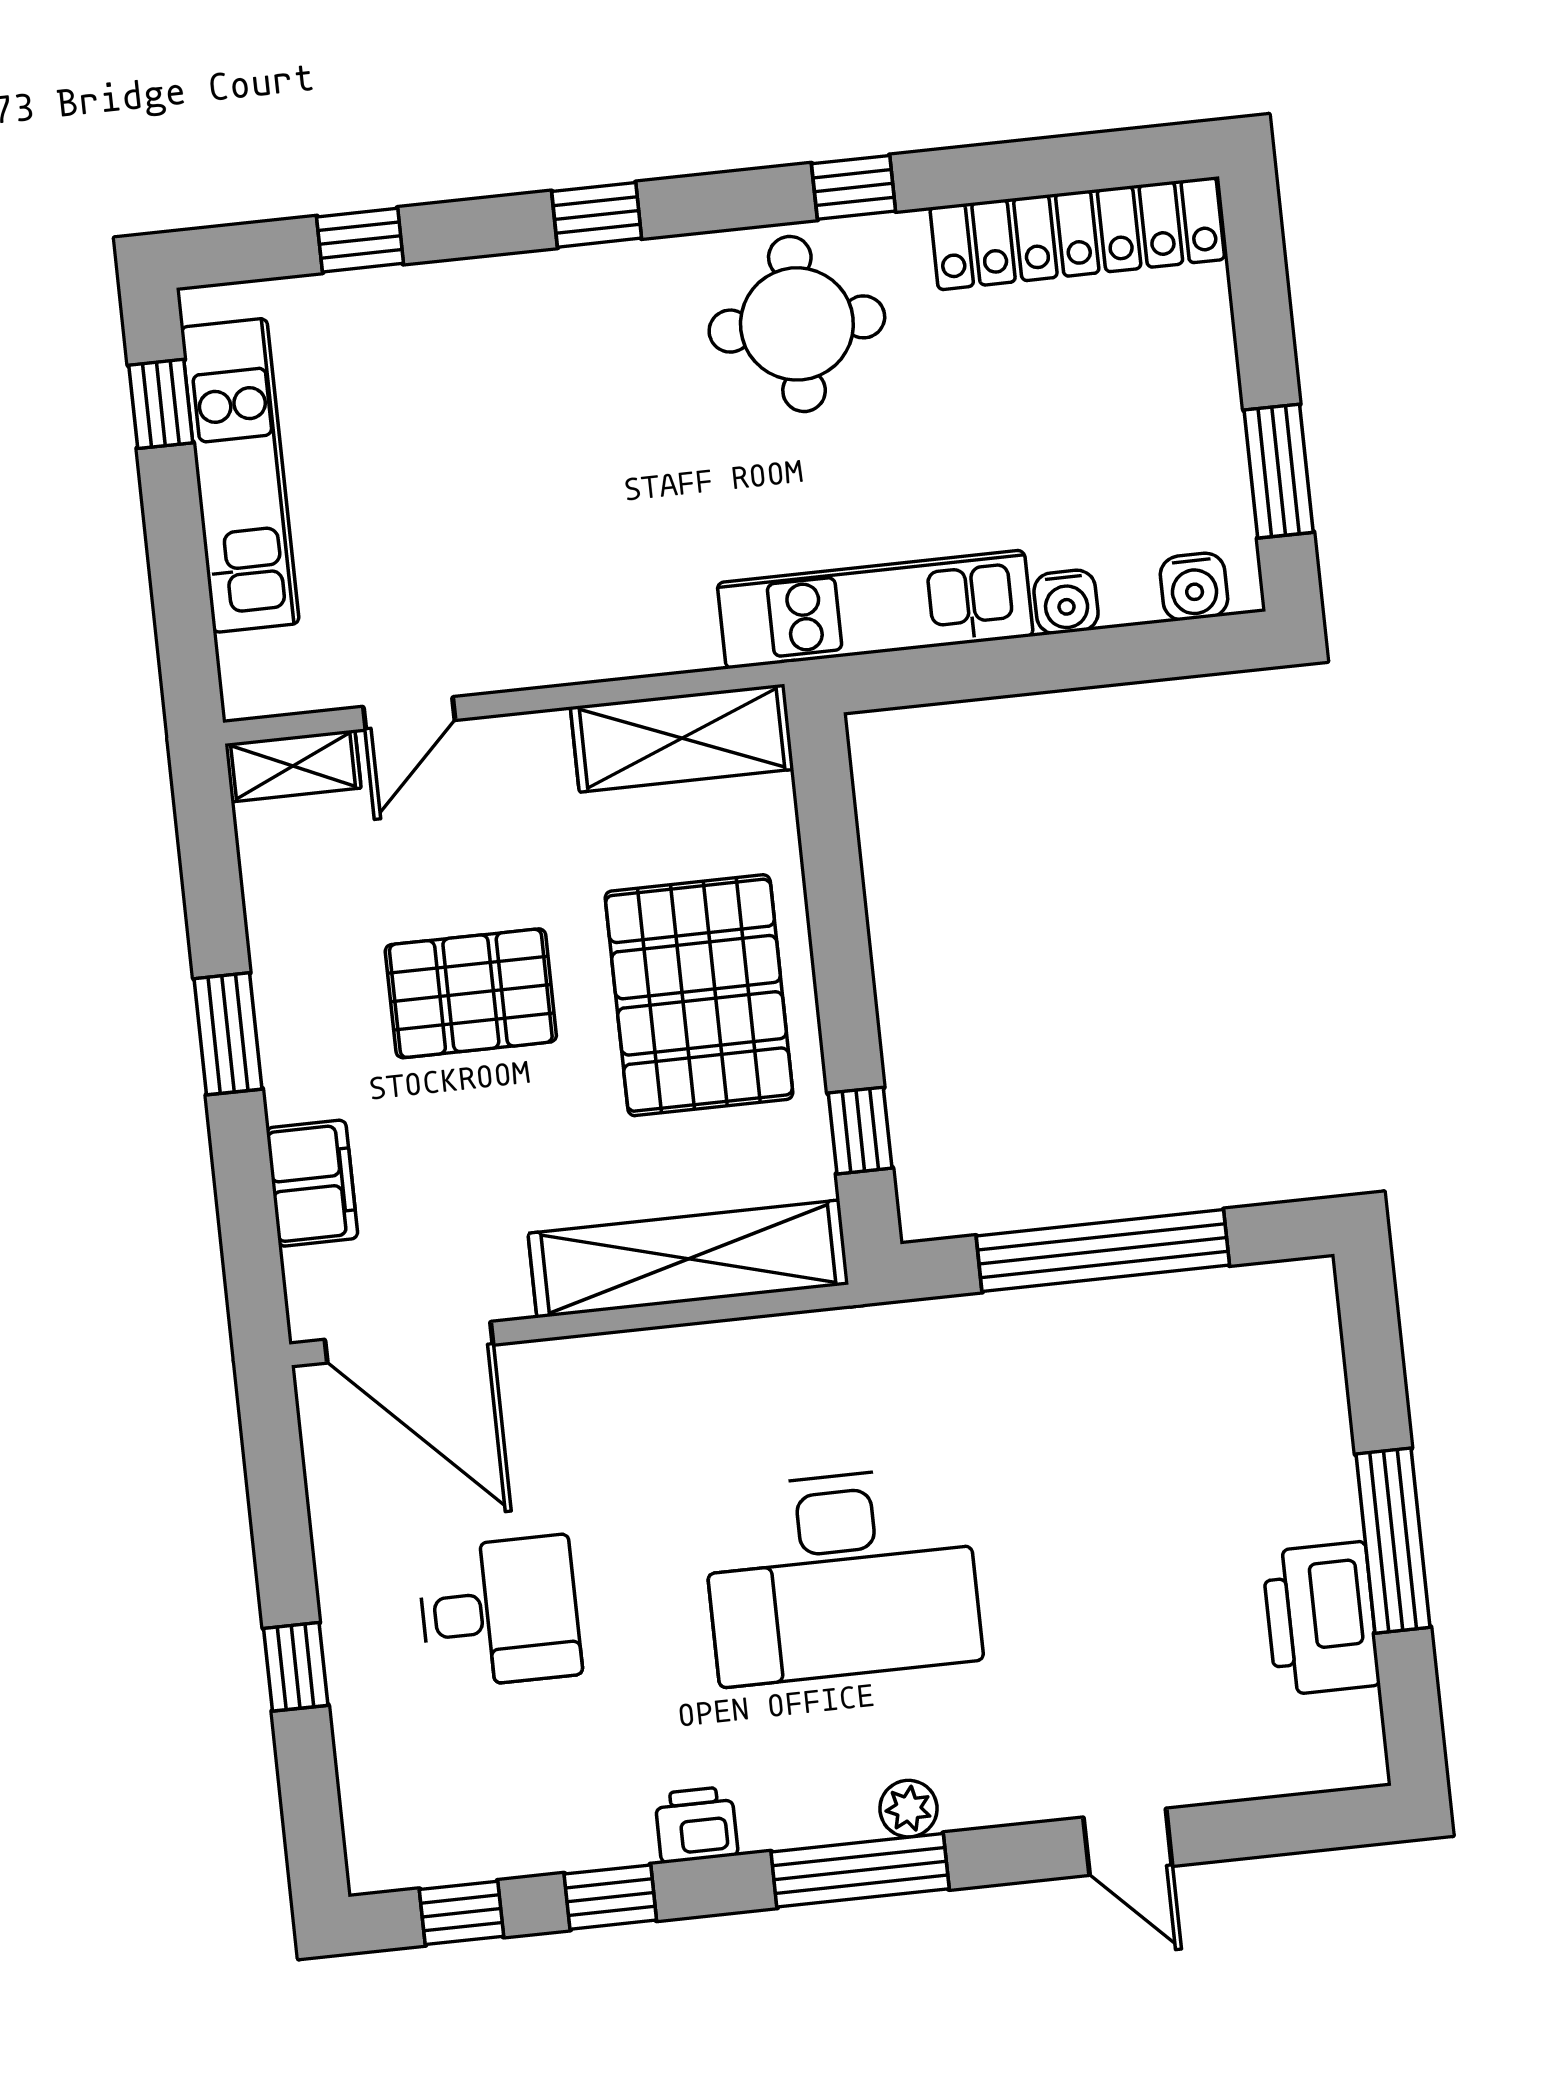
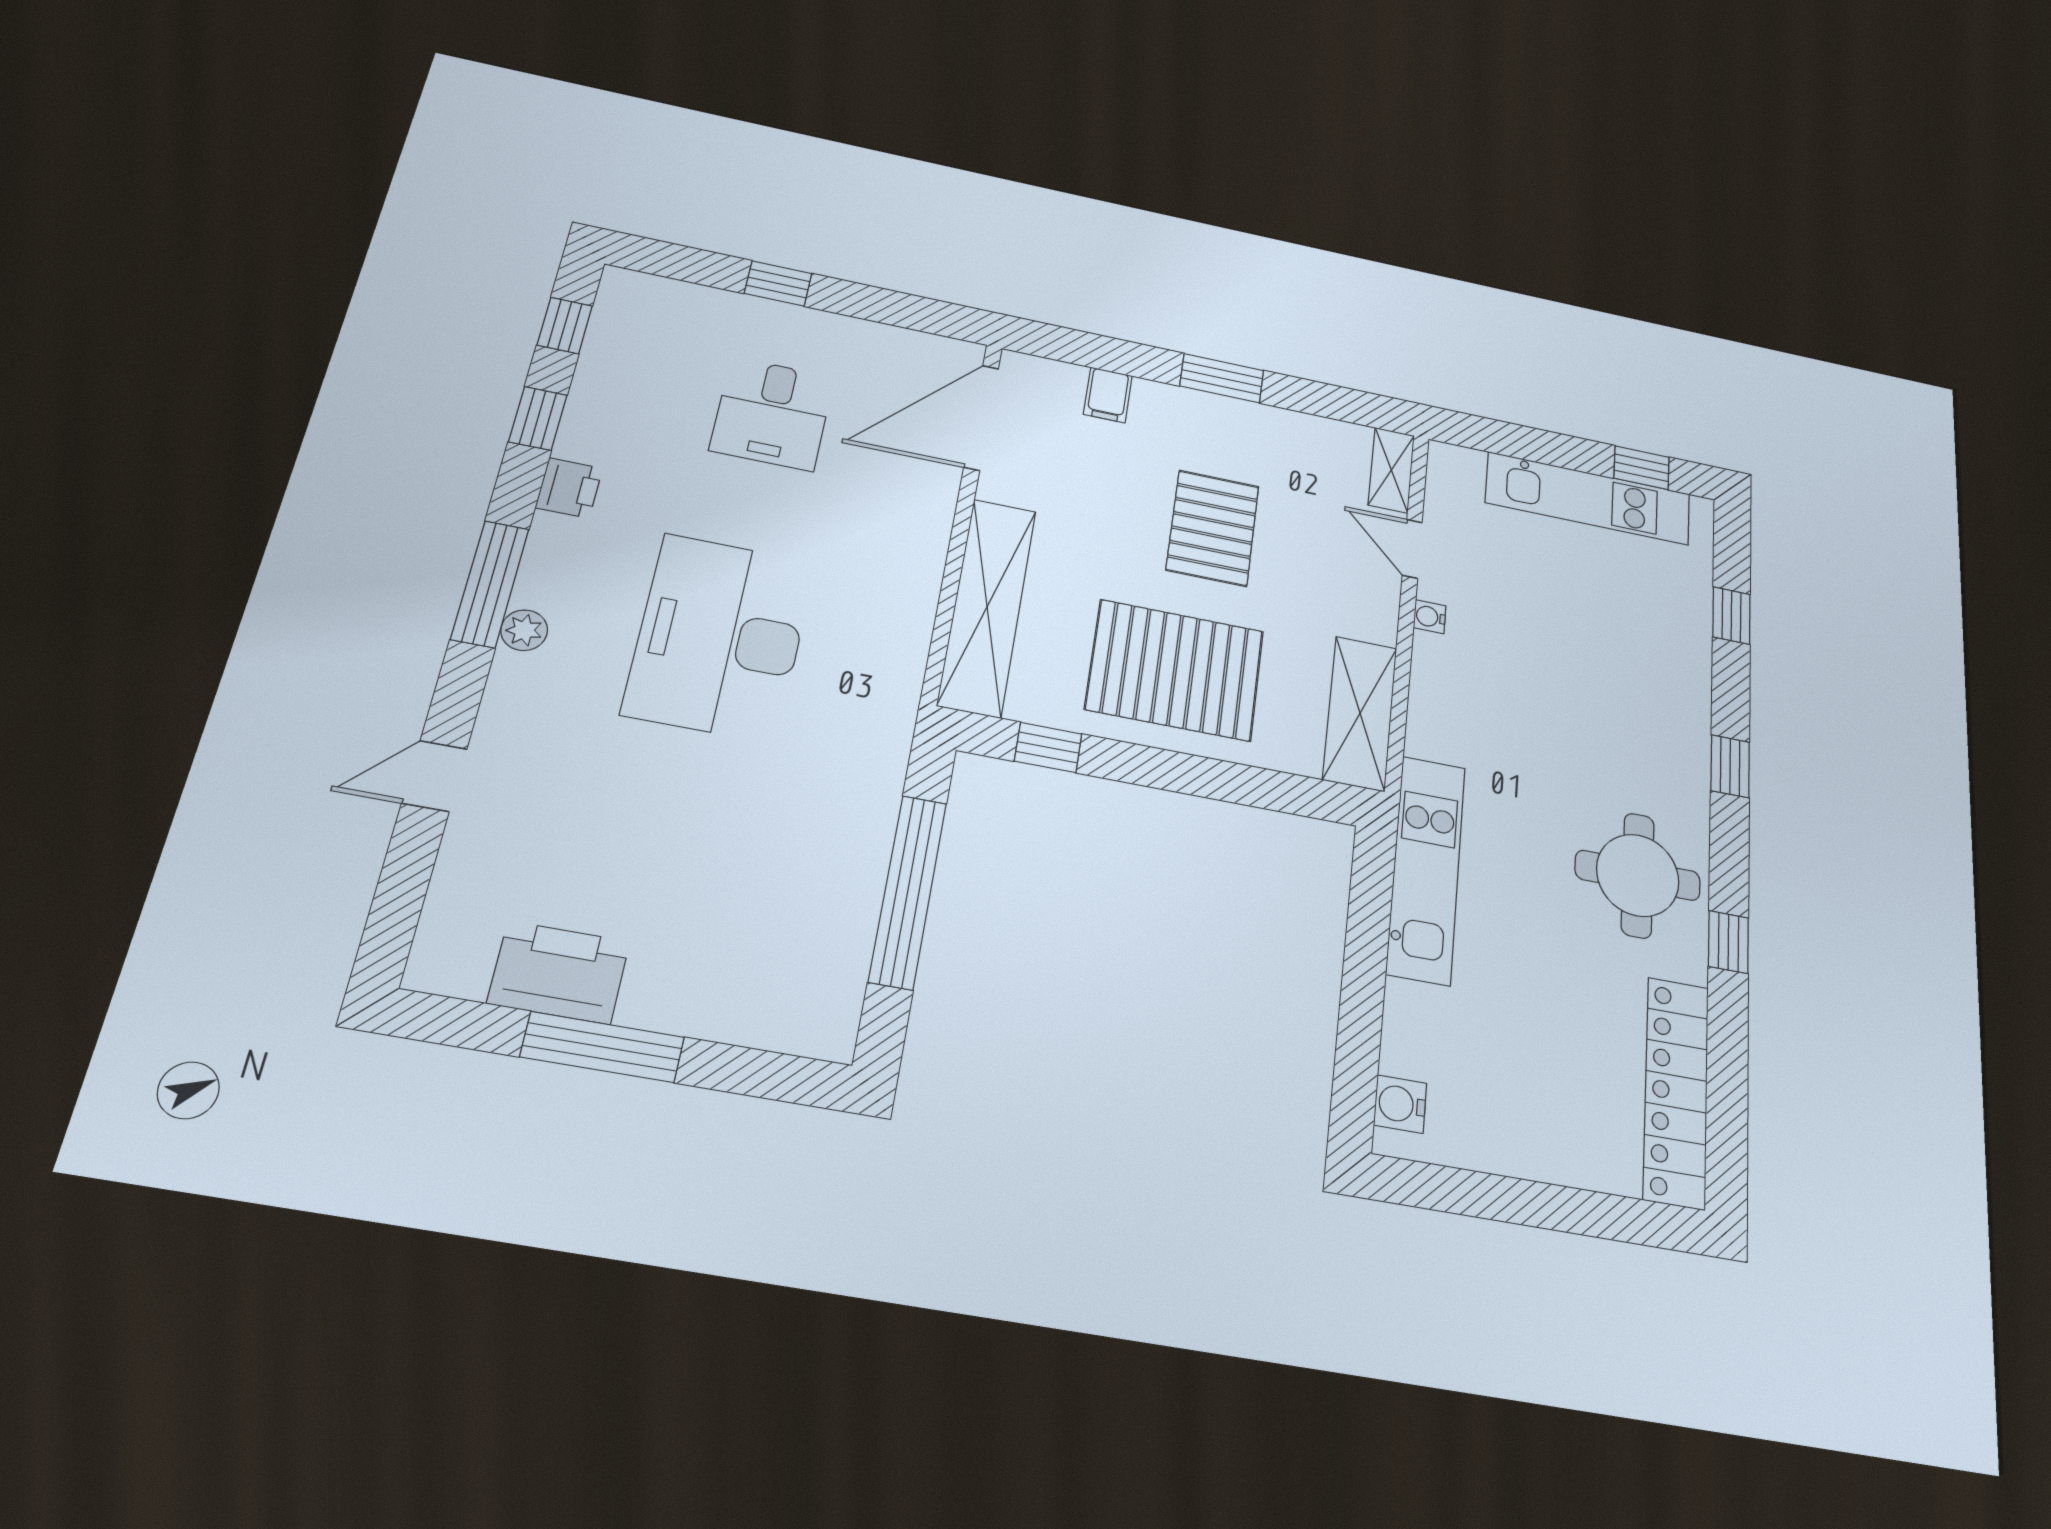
window: (1279, 471) -> (1477, 1194), removed
water cooler: (1066, 602) -> (1430, 617), moved, width x0.72, depth x0.72
filing cabinet: (312, 1183) -> (1108, 395), width x0.50

